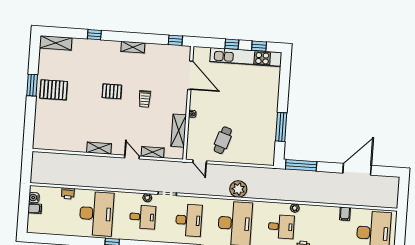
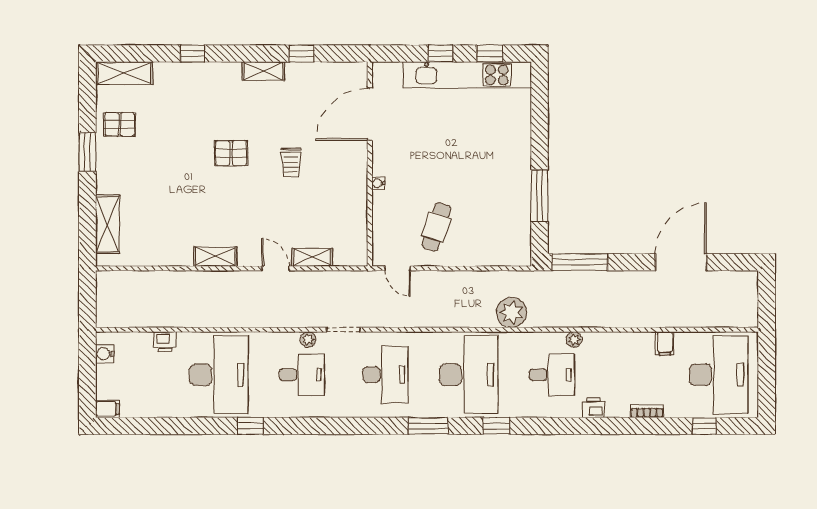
window: (175, 40) -> (302, 54), moved
door: (190, 75) -> (370, 114), swing flipped
pallet: (54, 90) -> (120, 124), moved, width x0.67, depth x0.71
shelving: (179, 131) -> (107, 224), moved
plant: (238, 189) -> (512, 312), moved
filing cabinet: (35, 209) -> (107, 409), moved

